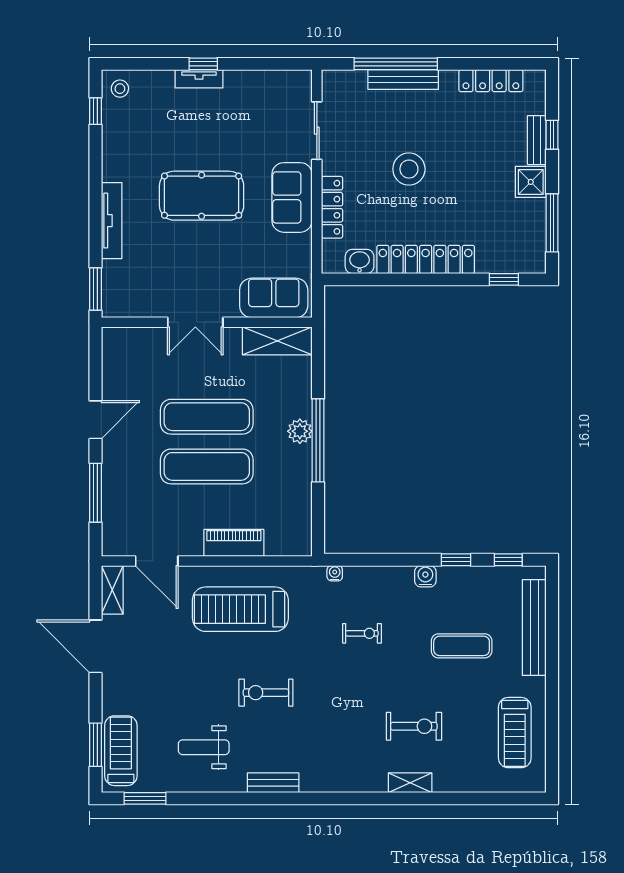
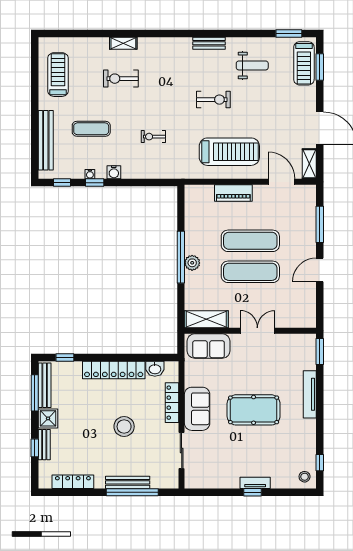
bench: (536, 235) -> (45, 385), added
water cooler: (335, 573) -> (90, 174), moved

